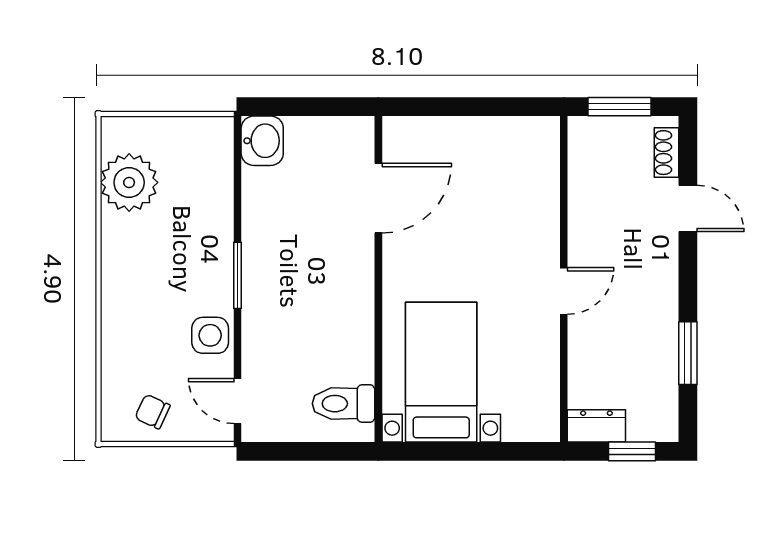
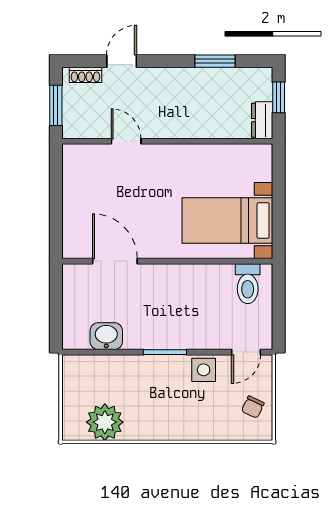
washbasin: (262, 141) -> (106, 336), moved
door: (564, 291) -> (126, 141), moved

